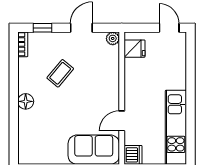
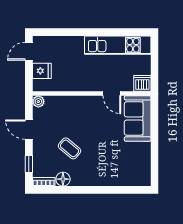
fridge: (135, 49) -> (42, 71), moved, turned 90
floor lamp: (26, 101) -> (63, 179), moved

